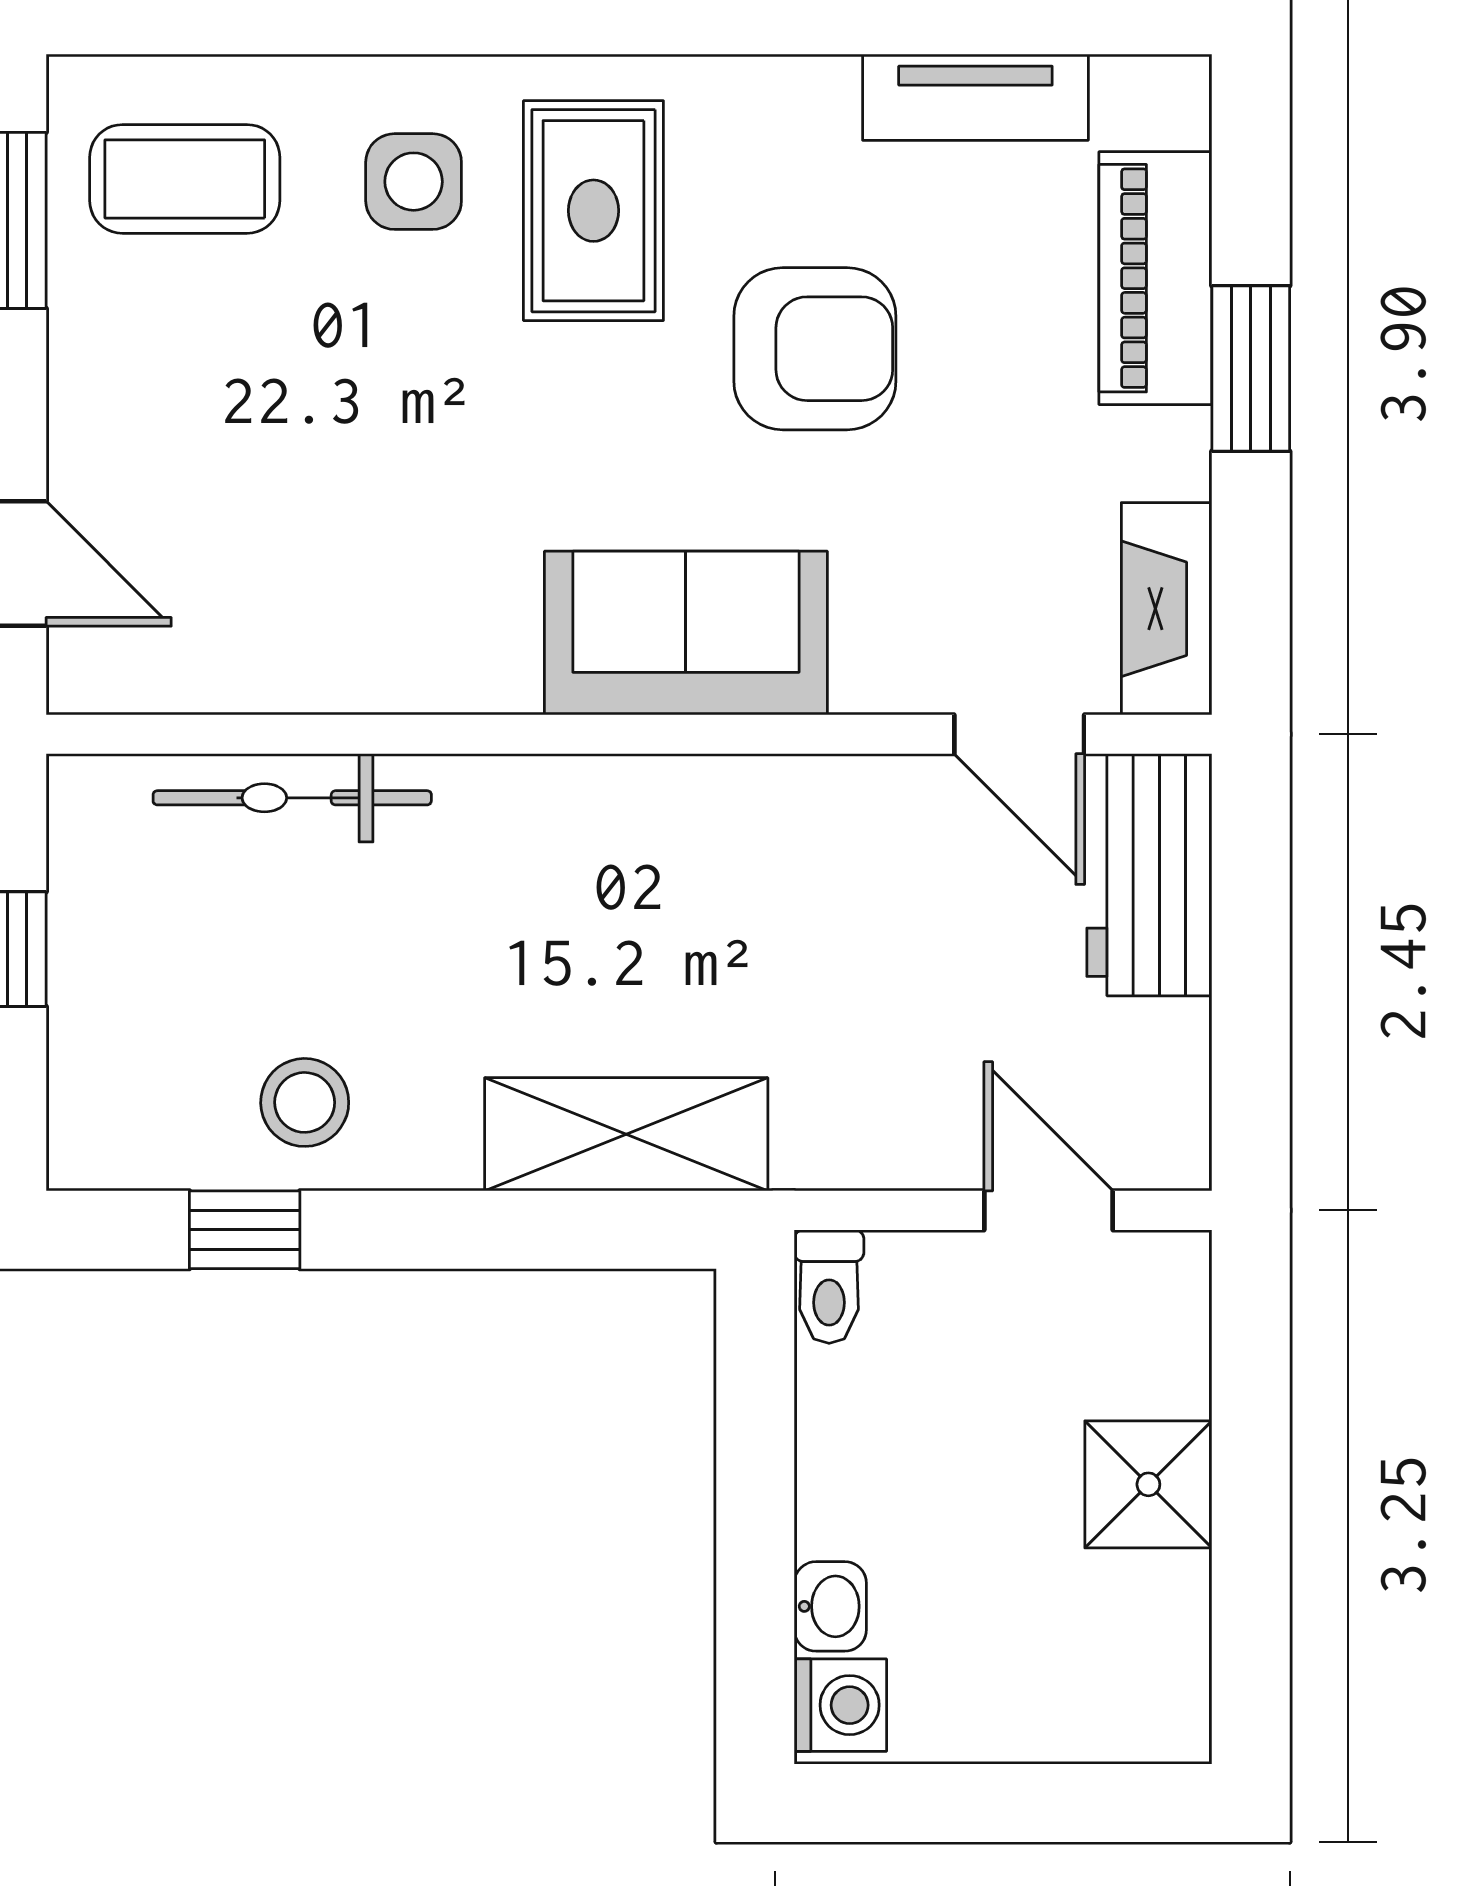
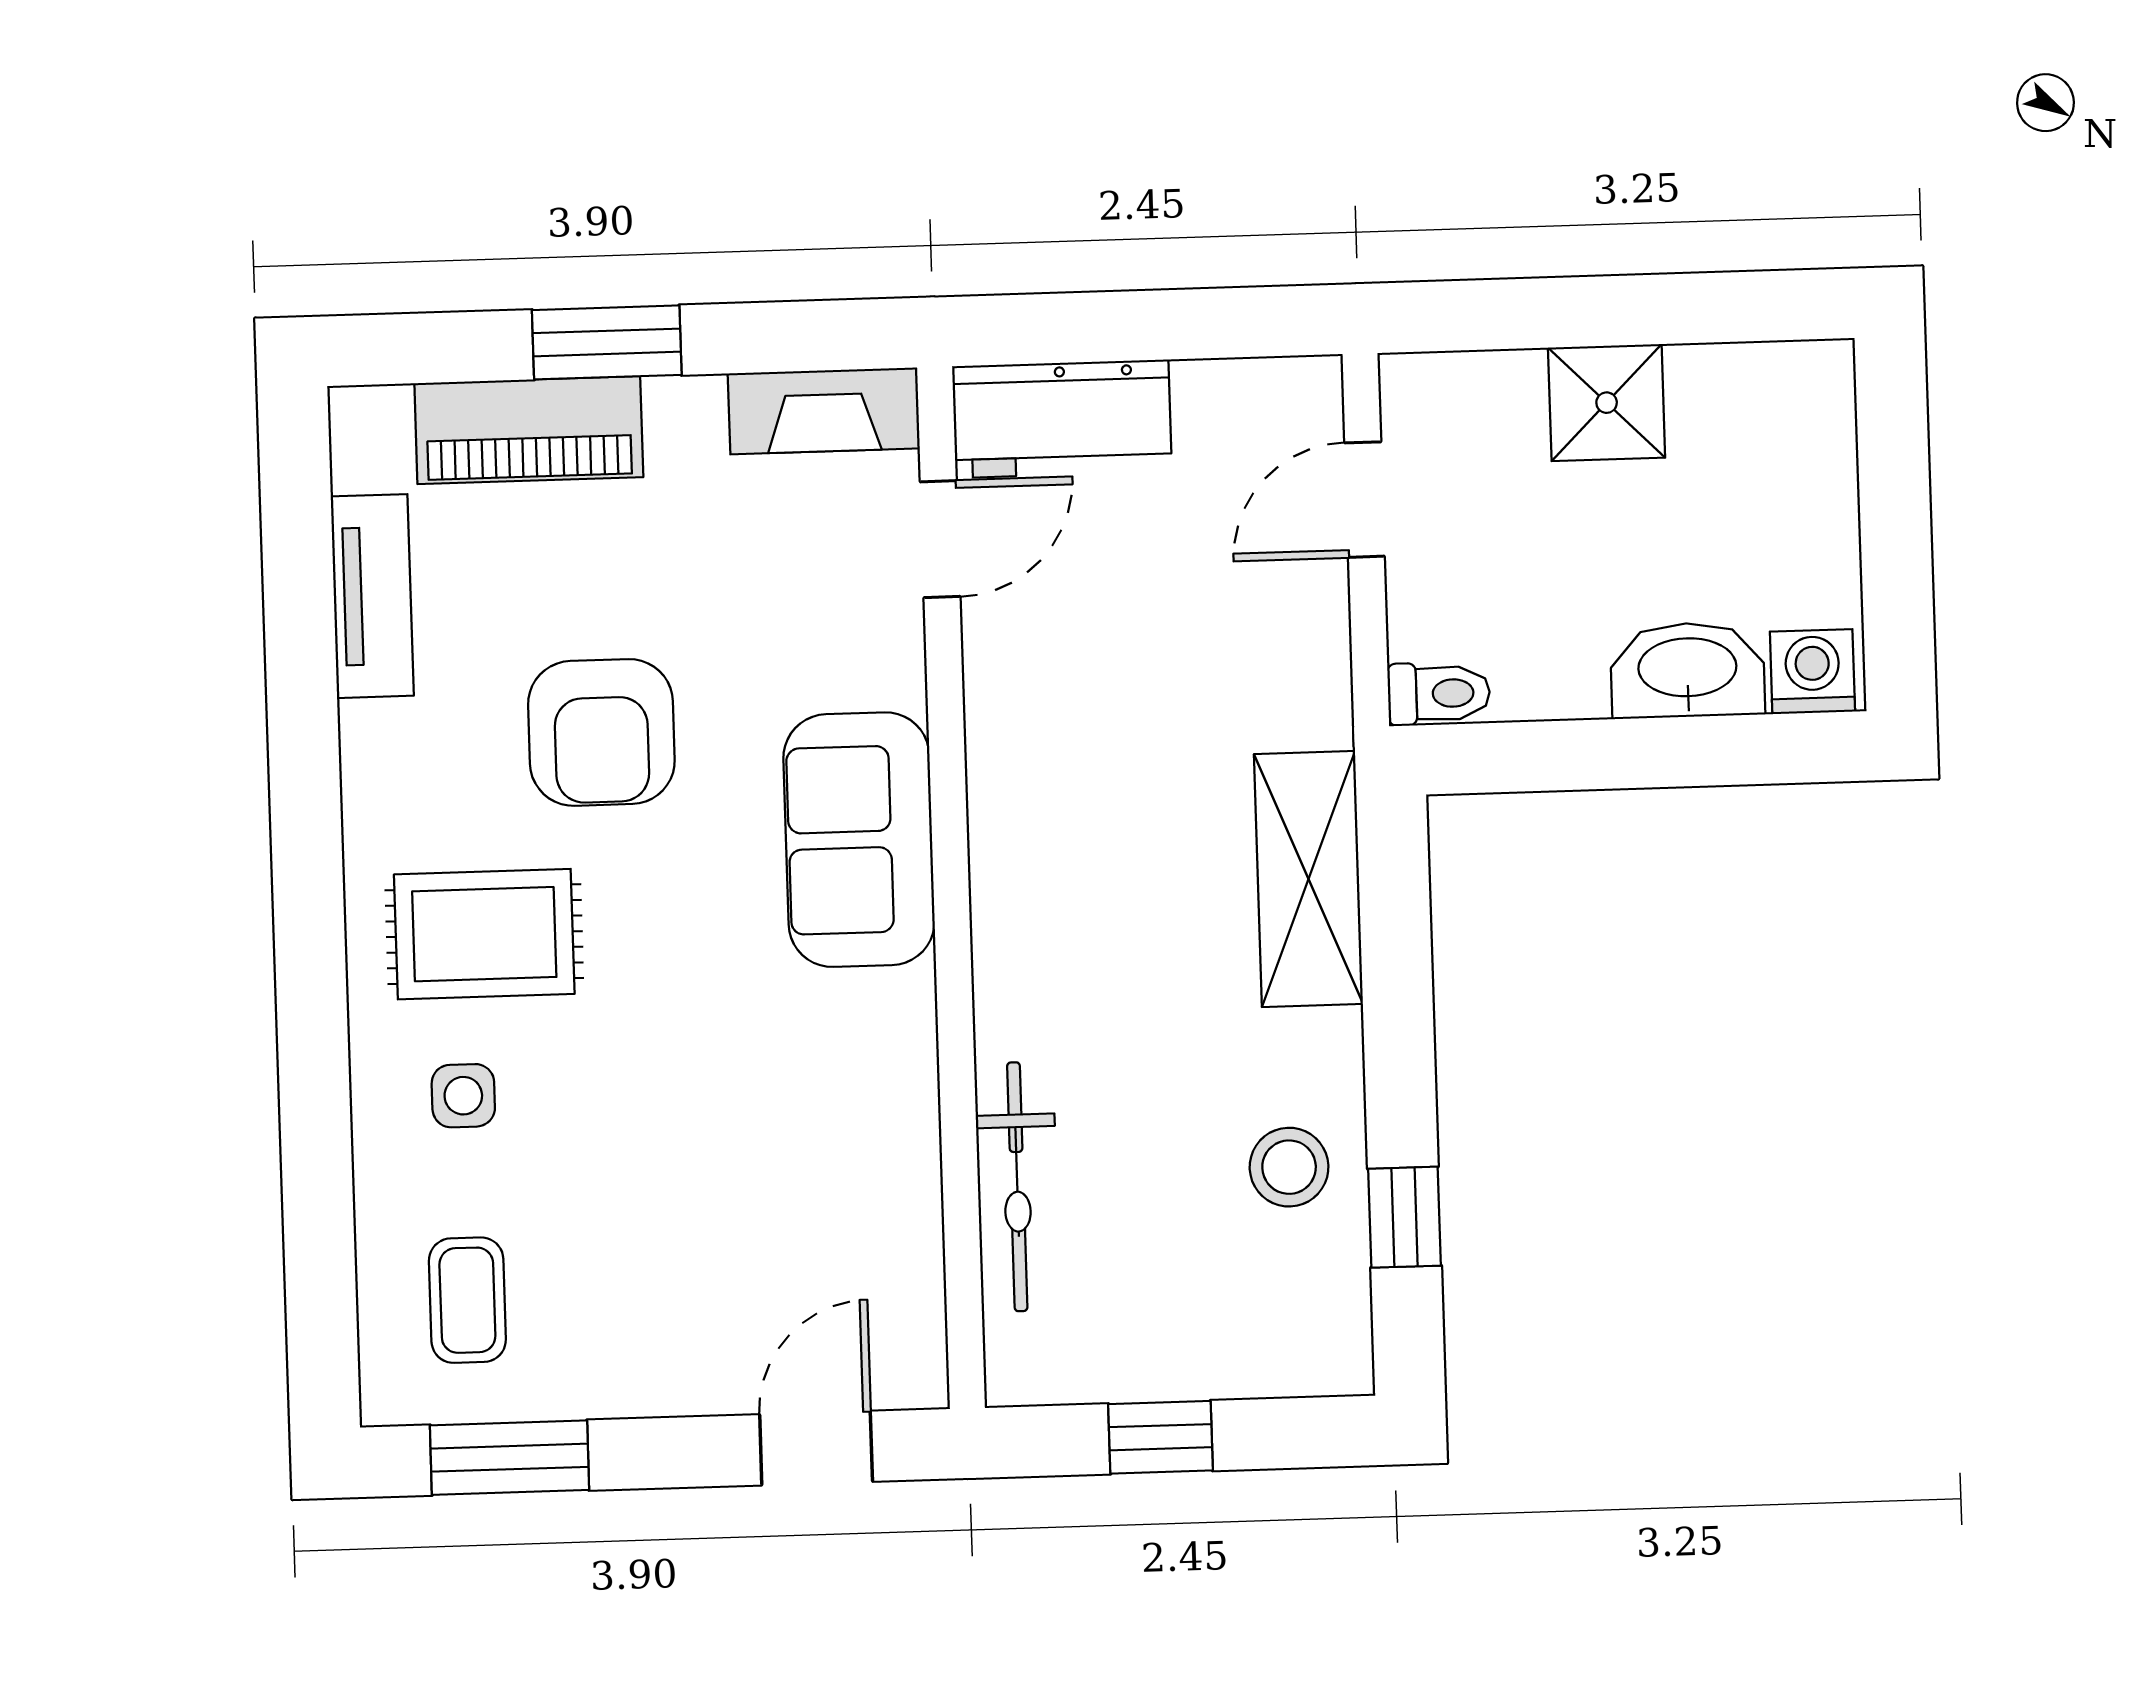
coffee table: (185, 179) -> (467, 1300), width x0.73, depth x0.77
side table: (414, 182) -> (463, 1096), width x0.73, depth x0.73
armchair: (815, 349) -> (601, 732), turned 180
washbasin: (830, 1606) -> (1688, 670), width x1.91, depth x1.45

